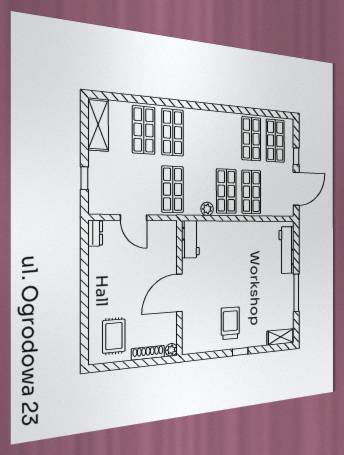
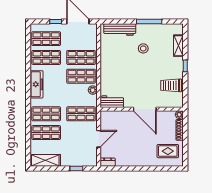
freezer: (215, 121) -> (37, 84), added
stool: (263, 286) -> (143, 48), added
trolley: (230, 323) -> (171, 85), moved
shelving: (281, 337) -> (178, 46), moved

